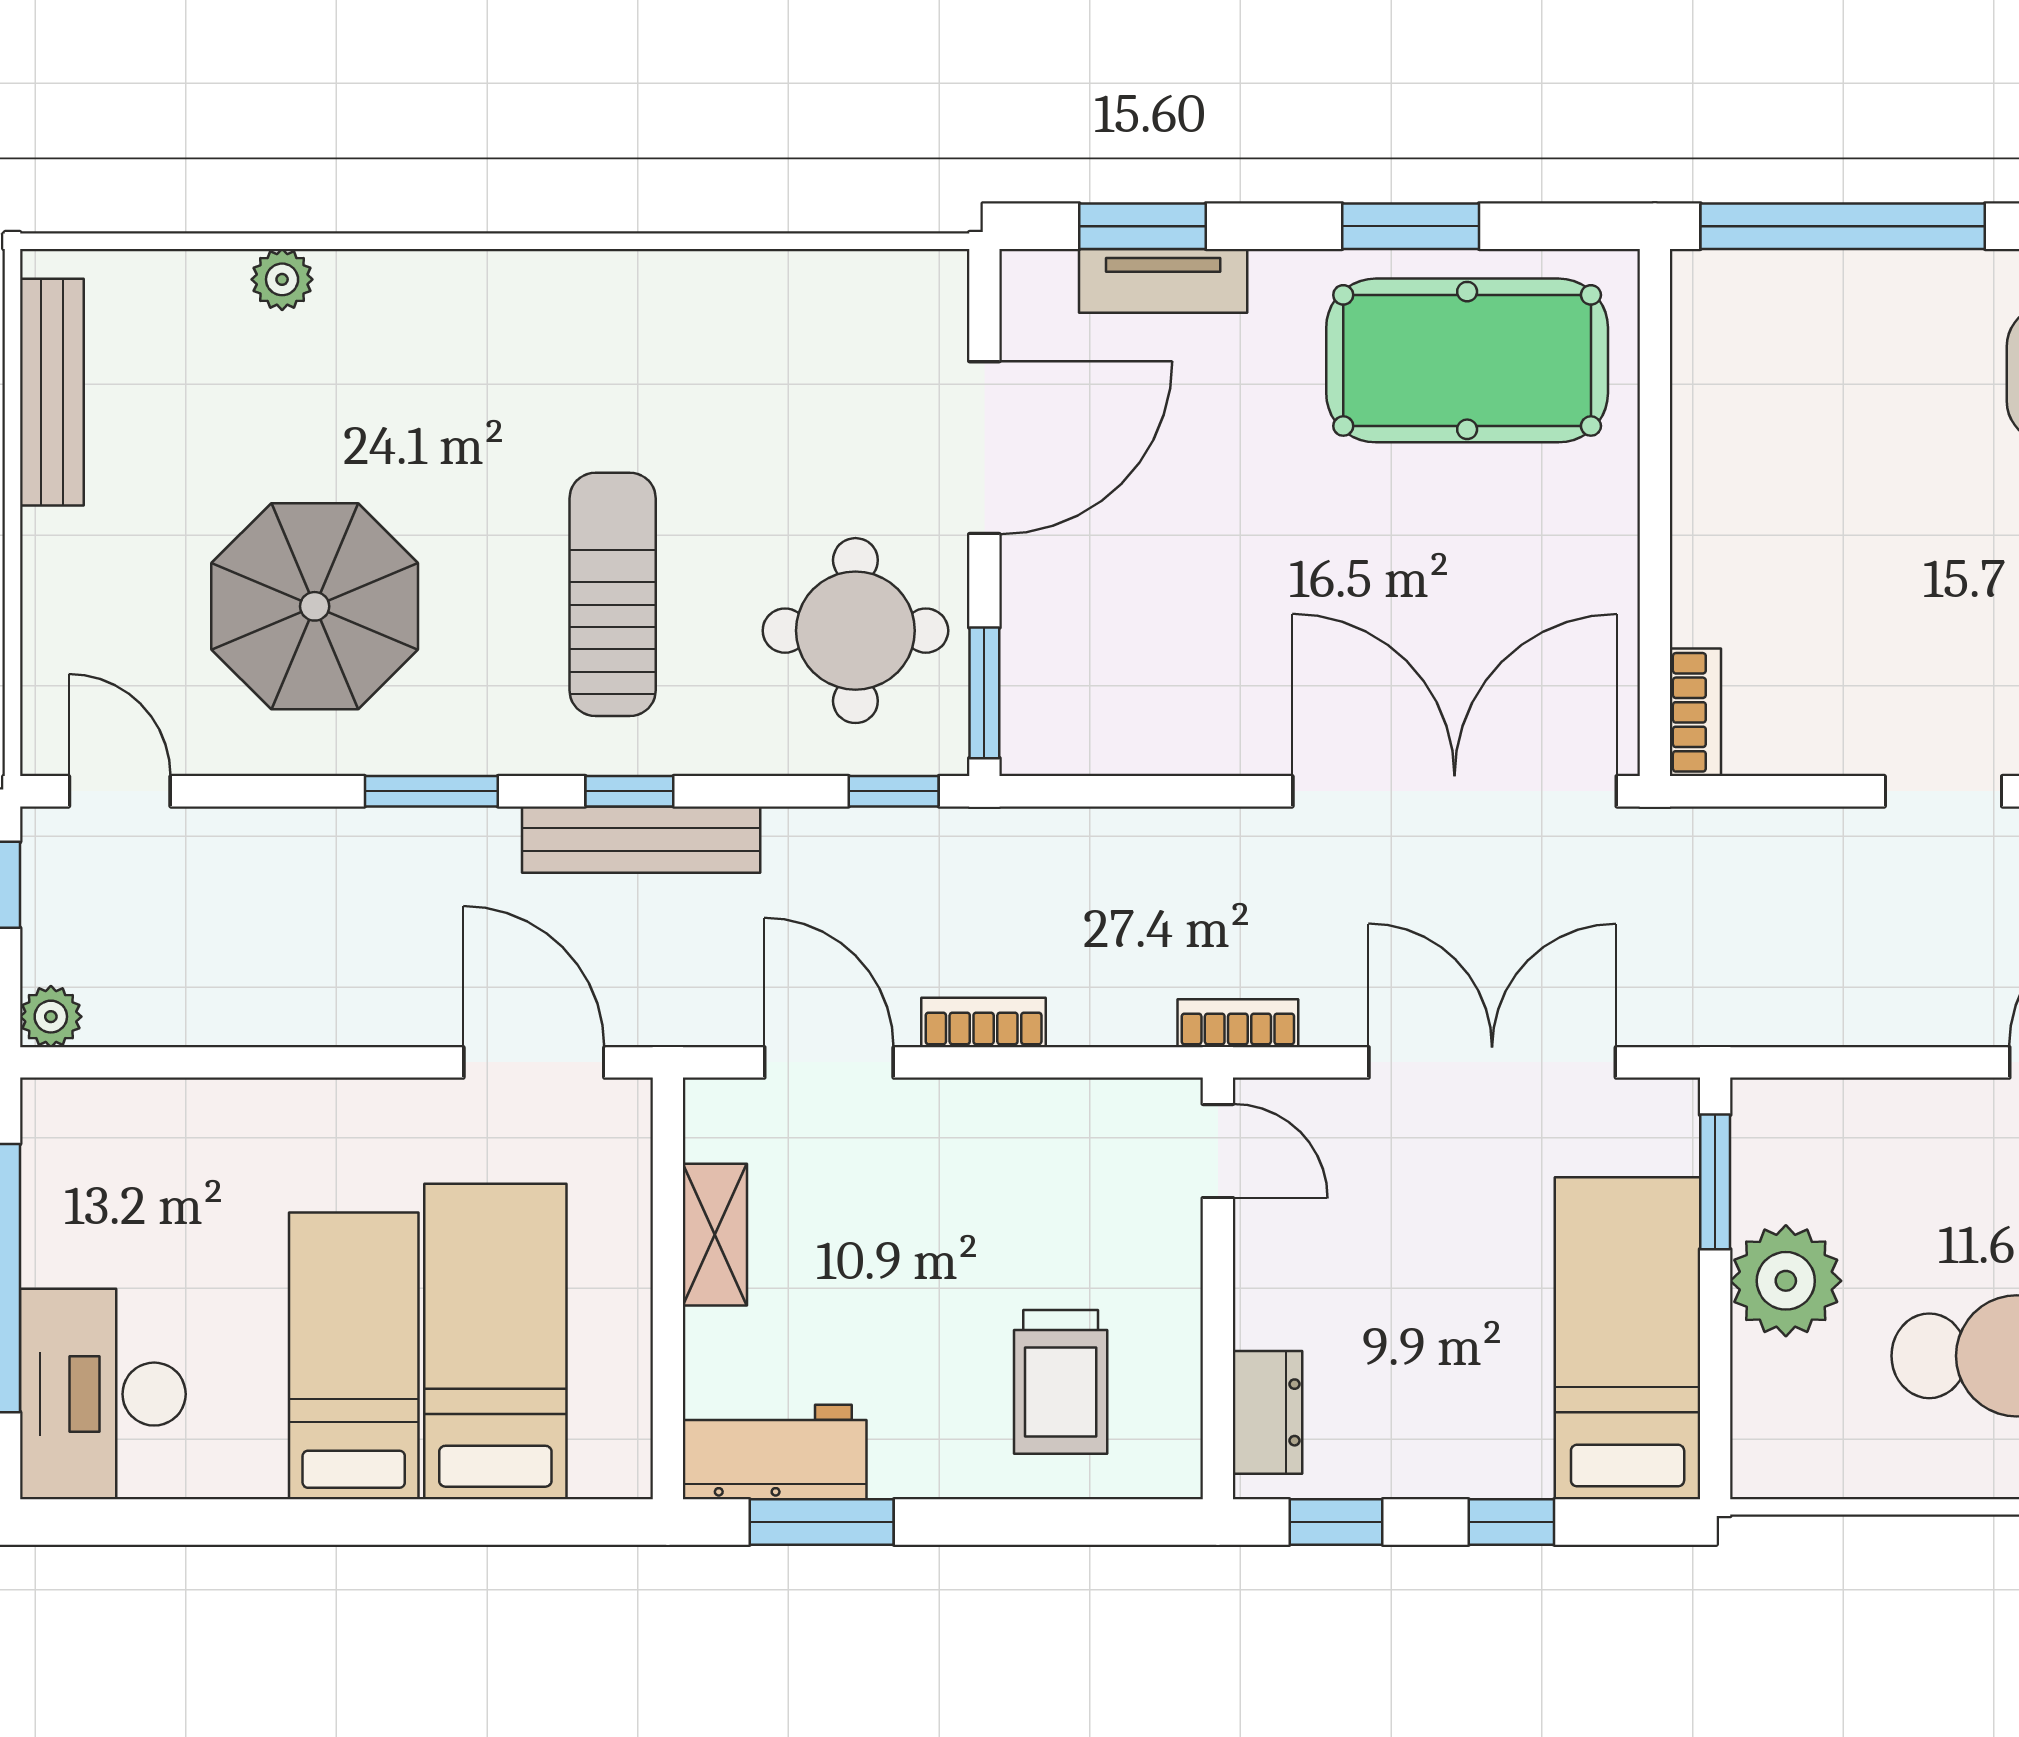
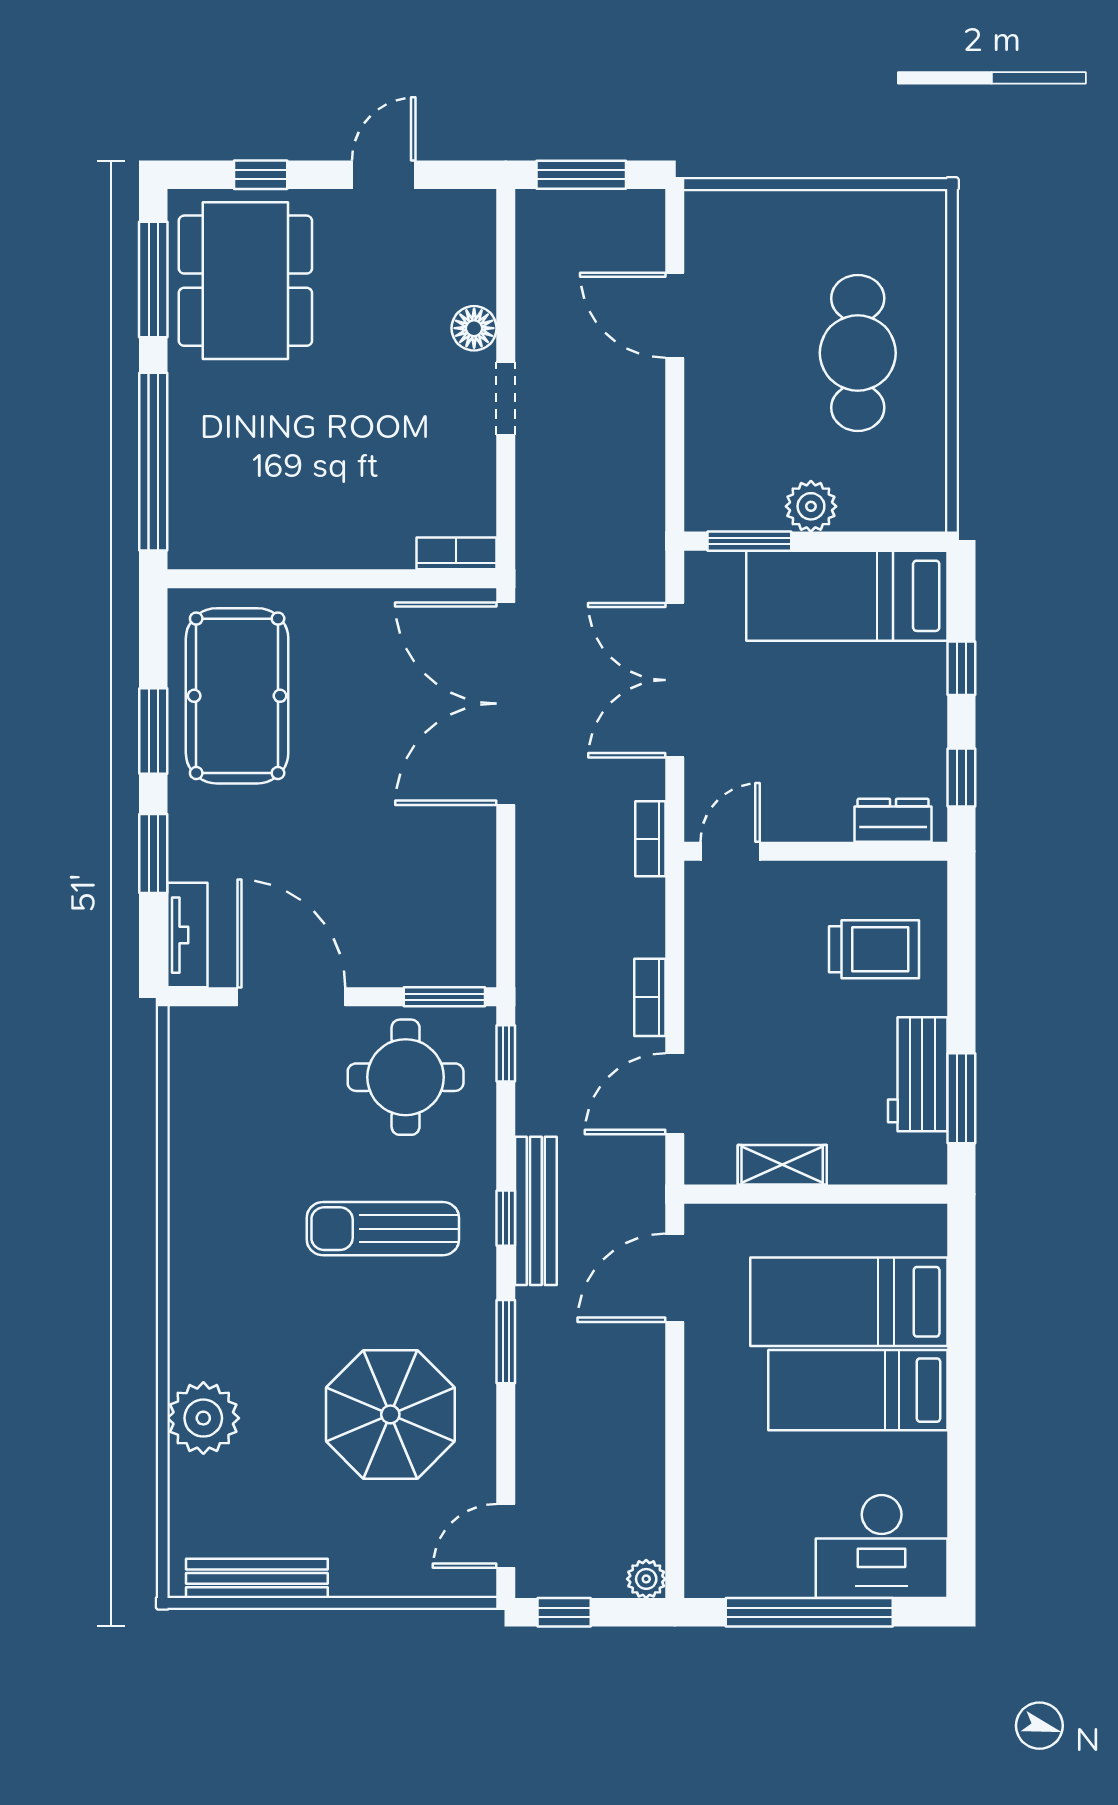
window: (1142, 226) -> (153, 853), moved
plant: (282, 279) -> (203, 1418), width x1.87, depth x1.87
tv unit: (1163, 281) -> (187, 935), moved
plant: (1786, 1281) -> (811, 506), width x0.73, depth x0.73
workbench: (775, 1452) -> (918, 1074), moved

